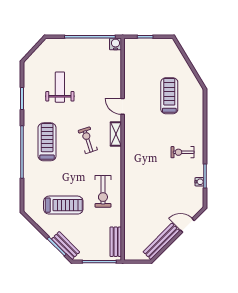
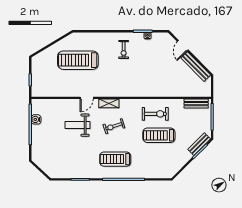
water cooler: (115, 44) -> (36, 119), moved
weight bench: (60, 87) -> (78, 125), moved
treadmill: (169, 96) -> (78, 60), width x1.37, depth x1.38
treadmill: (63, 205) -> (159, 135), moved, turned -90

